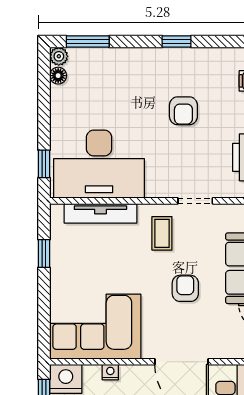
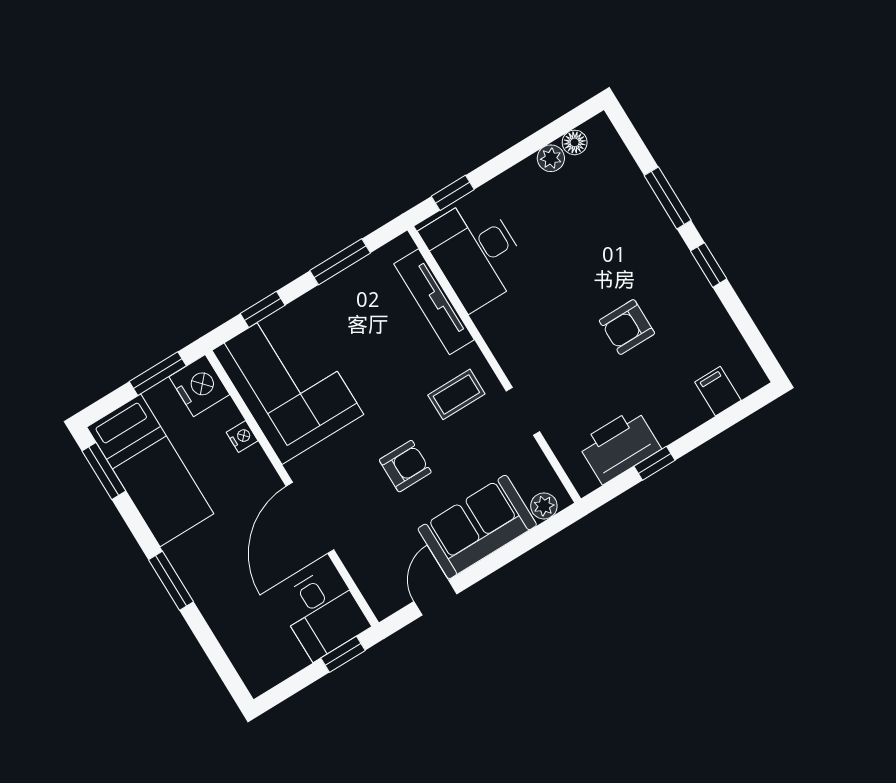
window: (88, 41) -> (668, 198), moved
plant: (59, 56) -> (551, 158), moved
desk: (99, 164) -> (476, 253), width x0.73, depth x0.77
window: (44, 254) -> (340, 262), width x1.50
window: (44, 315) -> (263, 309), added

